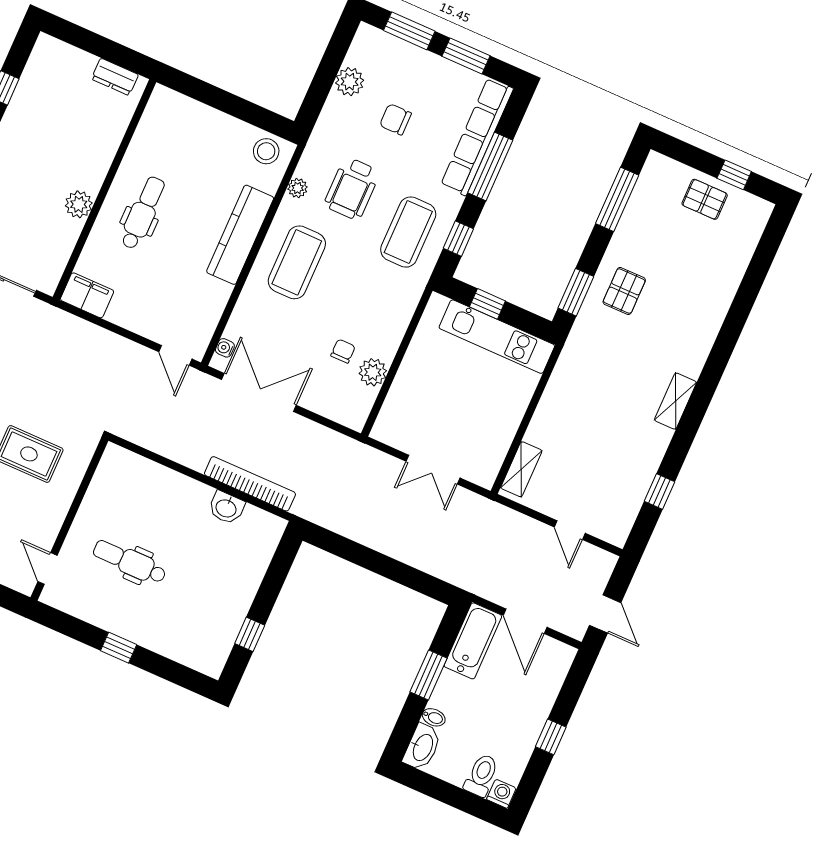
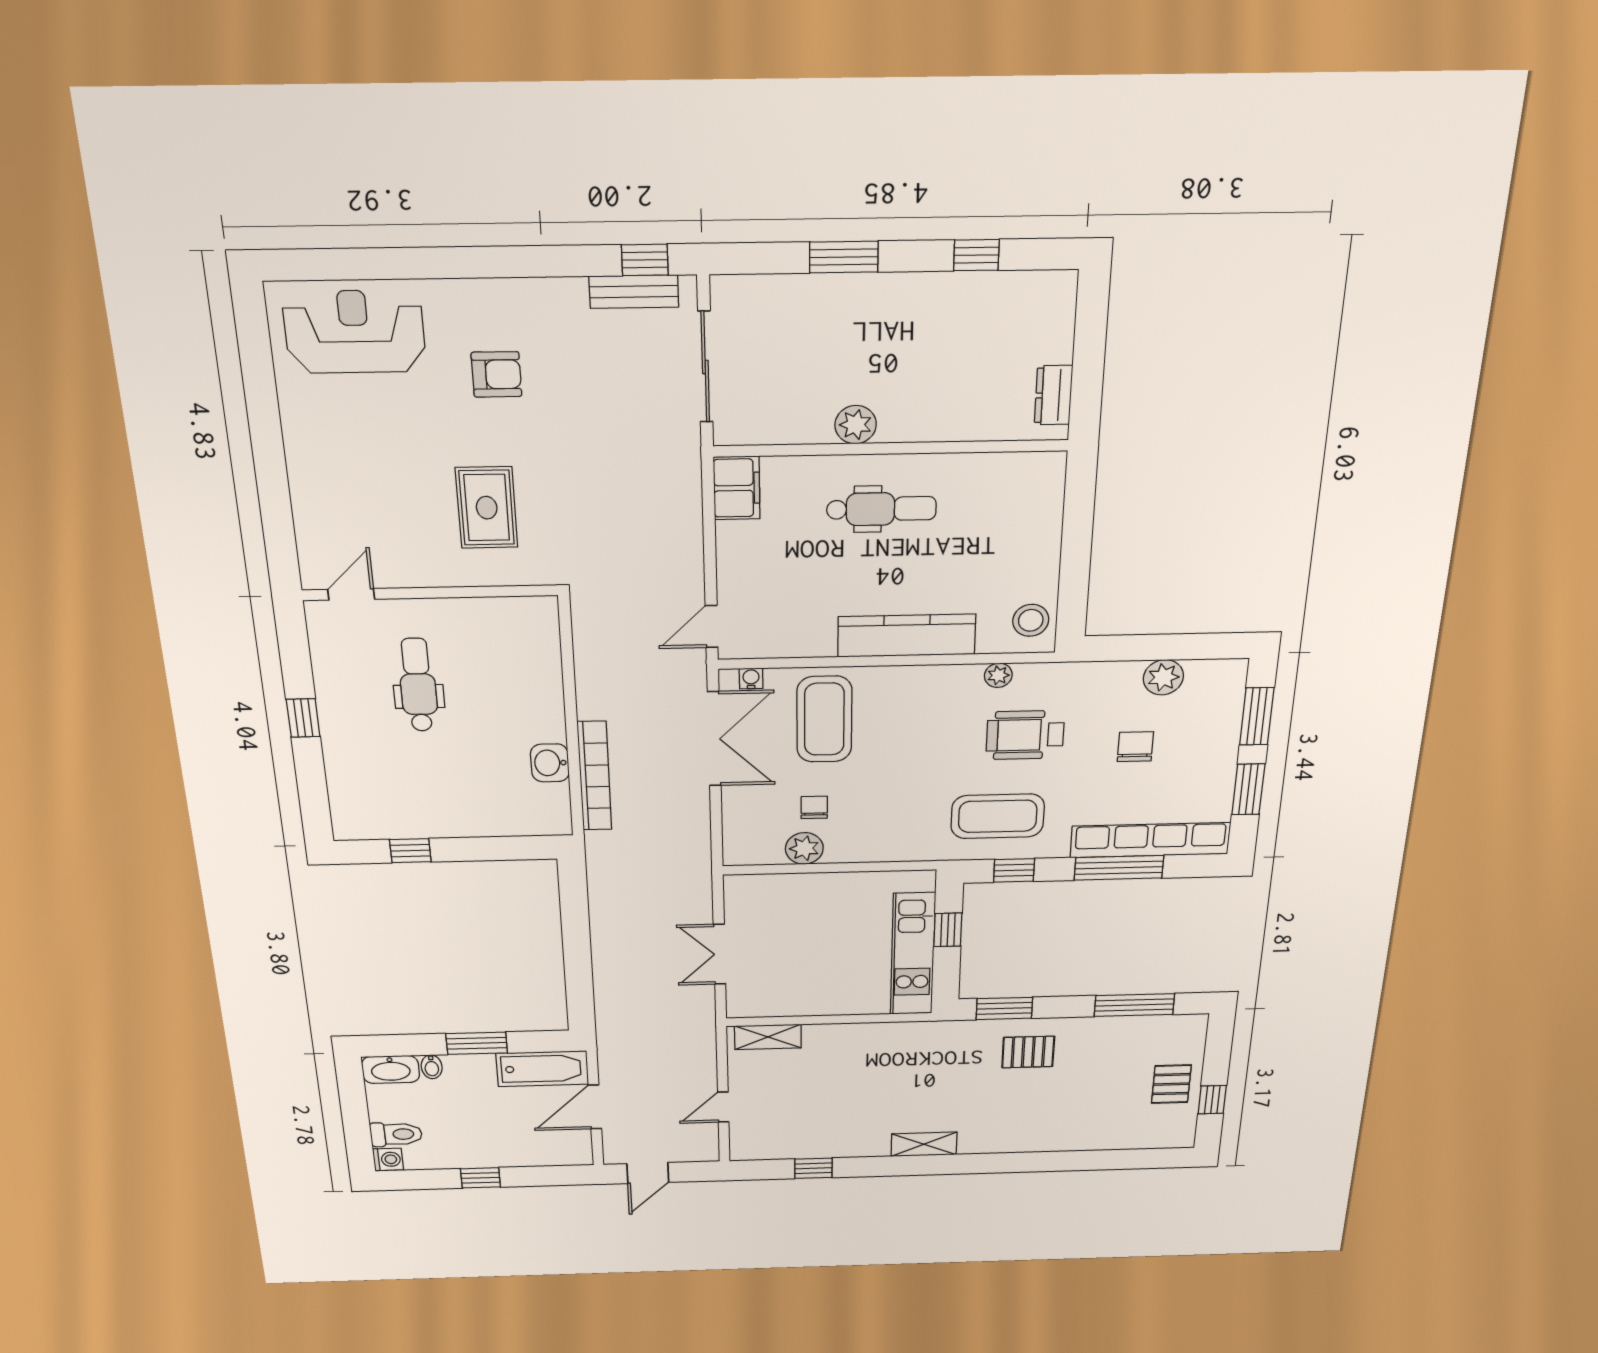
coffee table: (297, 262) -> (824, 719), moved, turned 90
chair: (343, 351) -> (814, 807), turned -90

